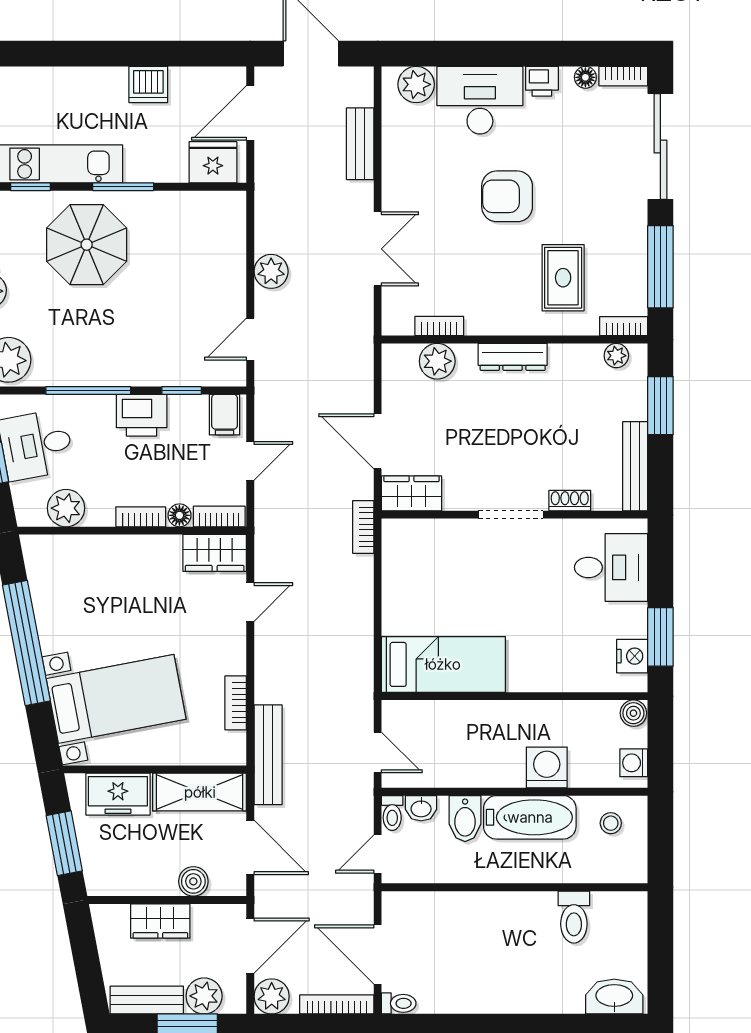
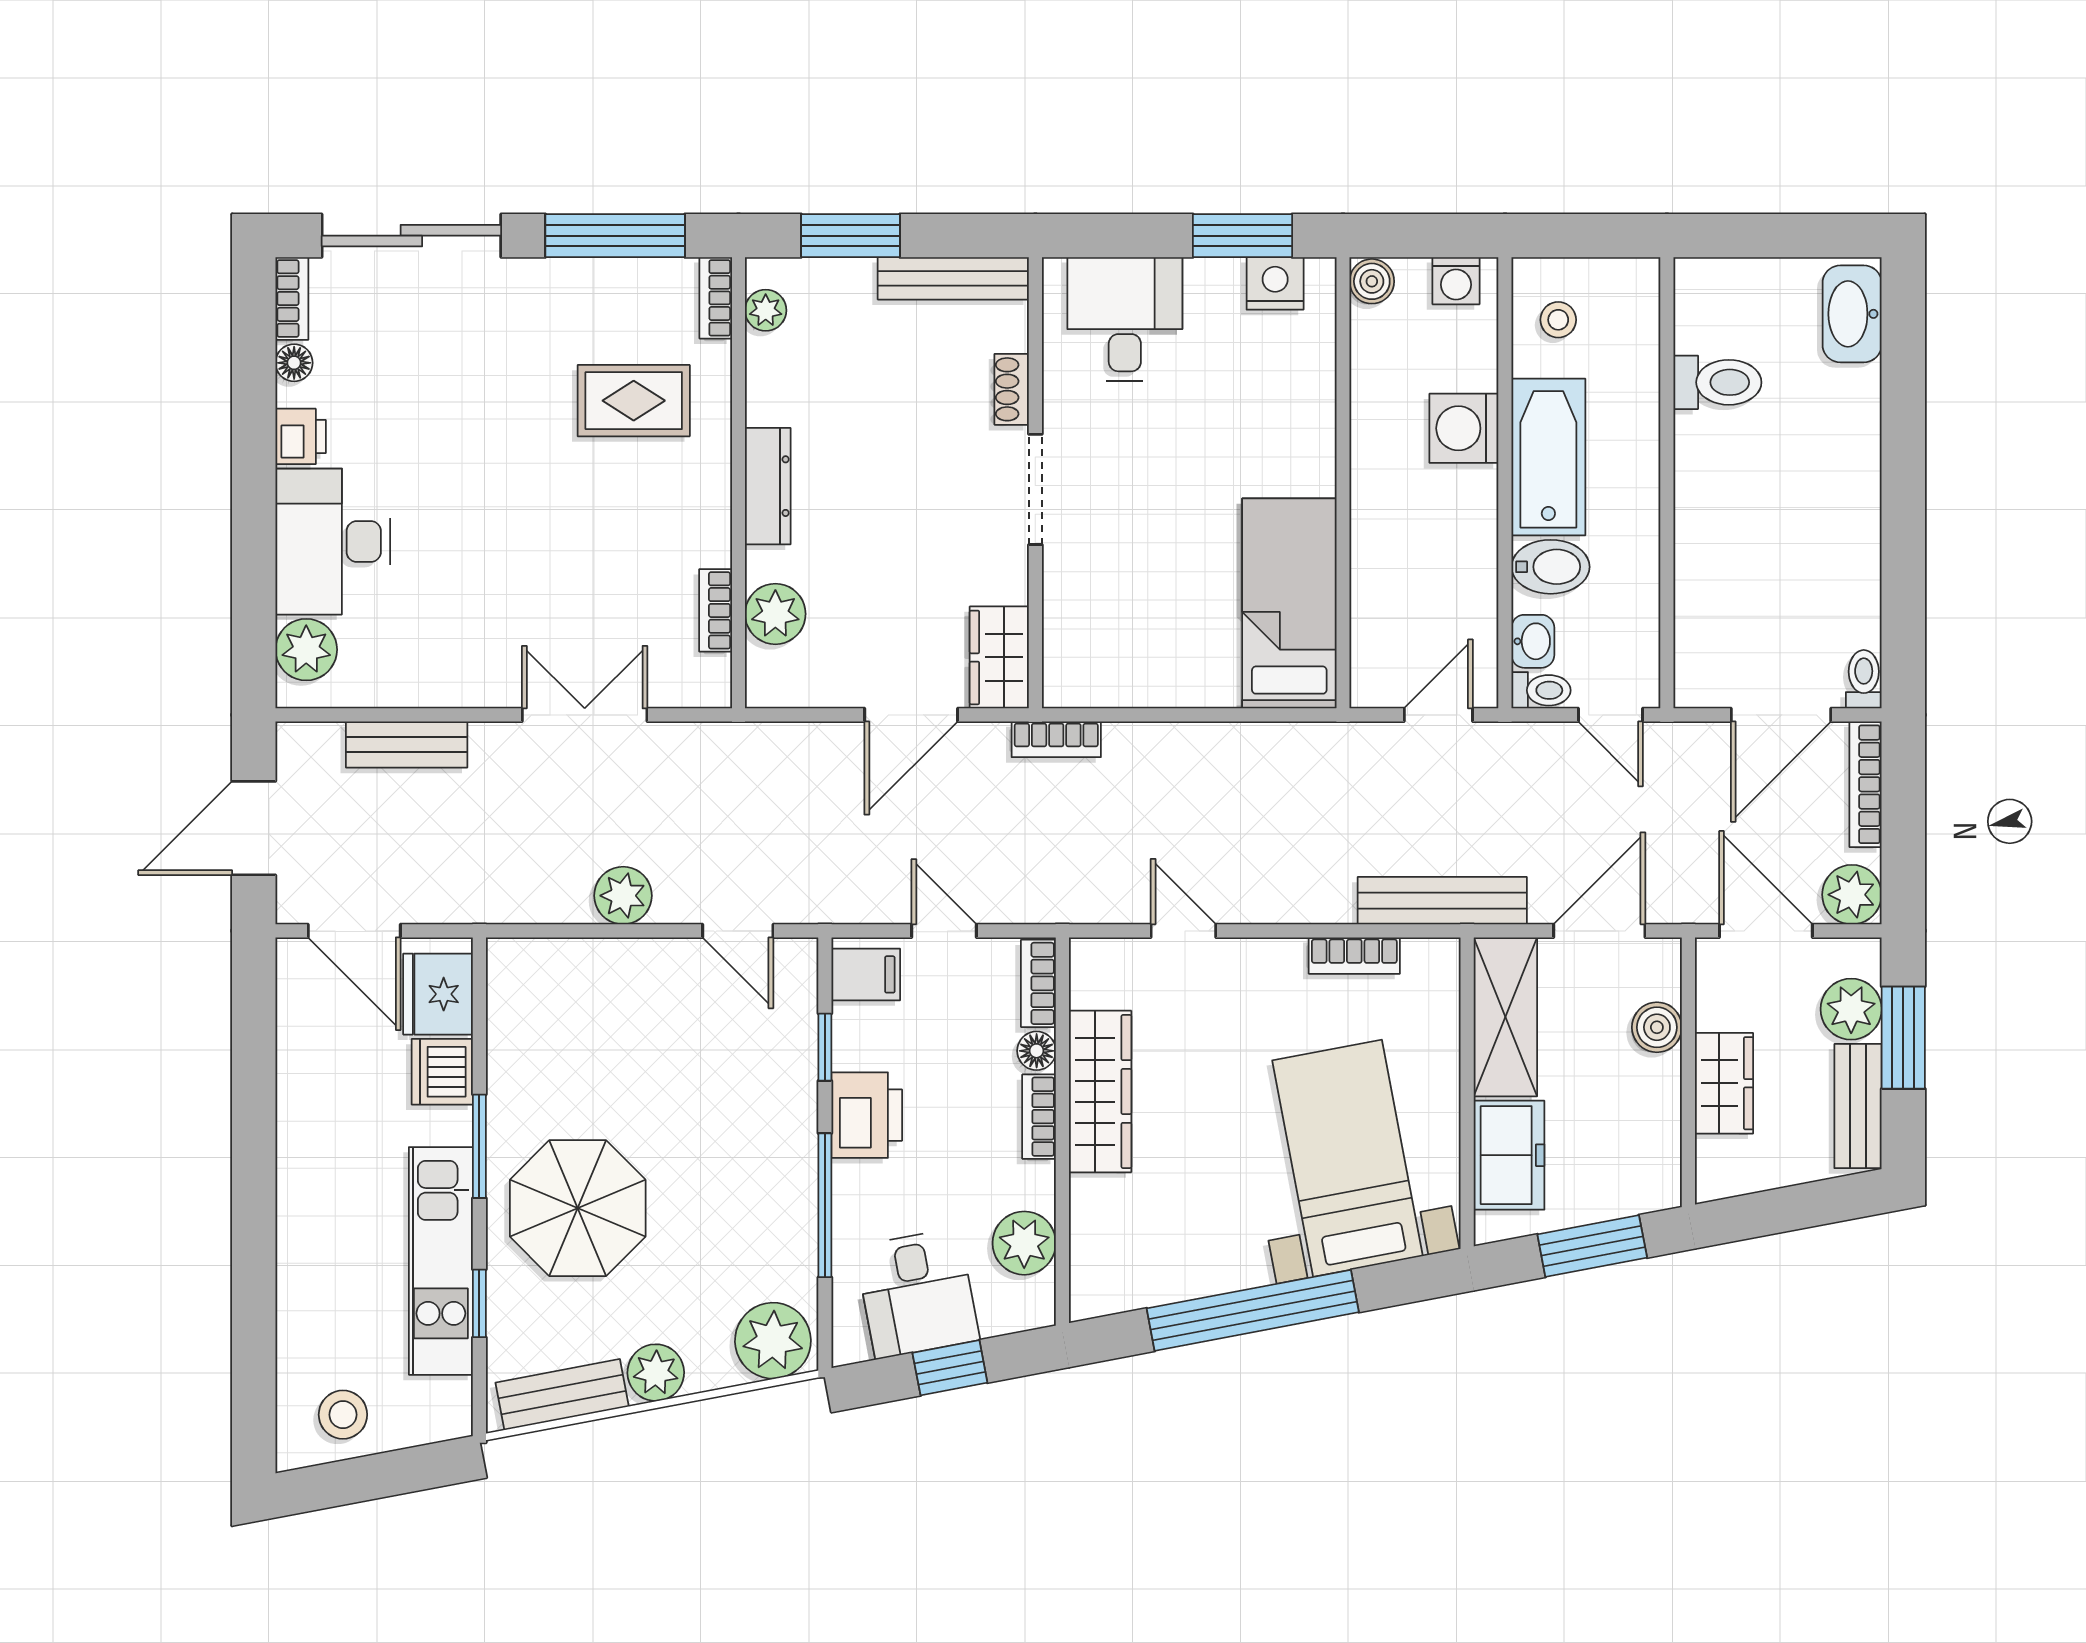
dishwasher: (148, 84) -> (442, 1072), moved, turned 180
armchair: (507, 196) -> (496, 496), removed
wardrobe: (215, 553) -> (1100, 1091), moved, width x1.50

